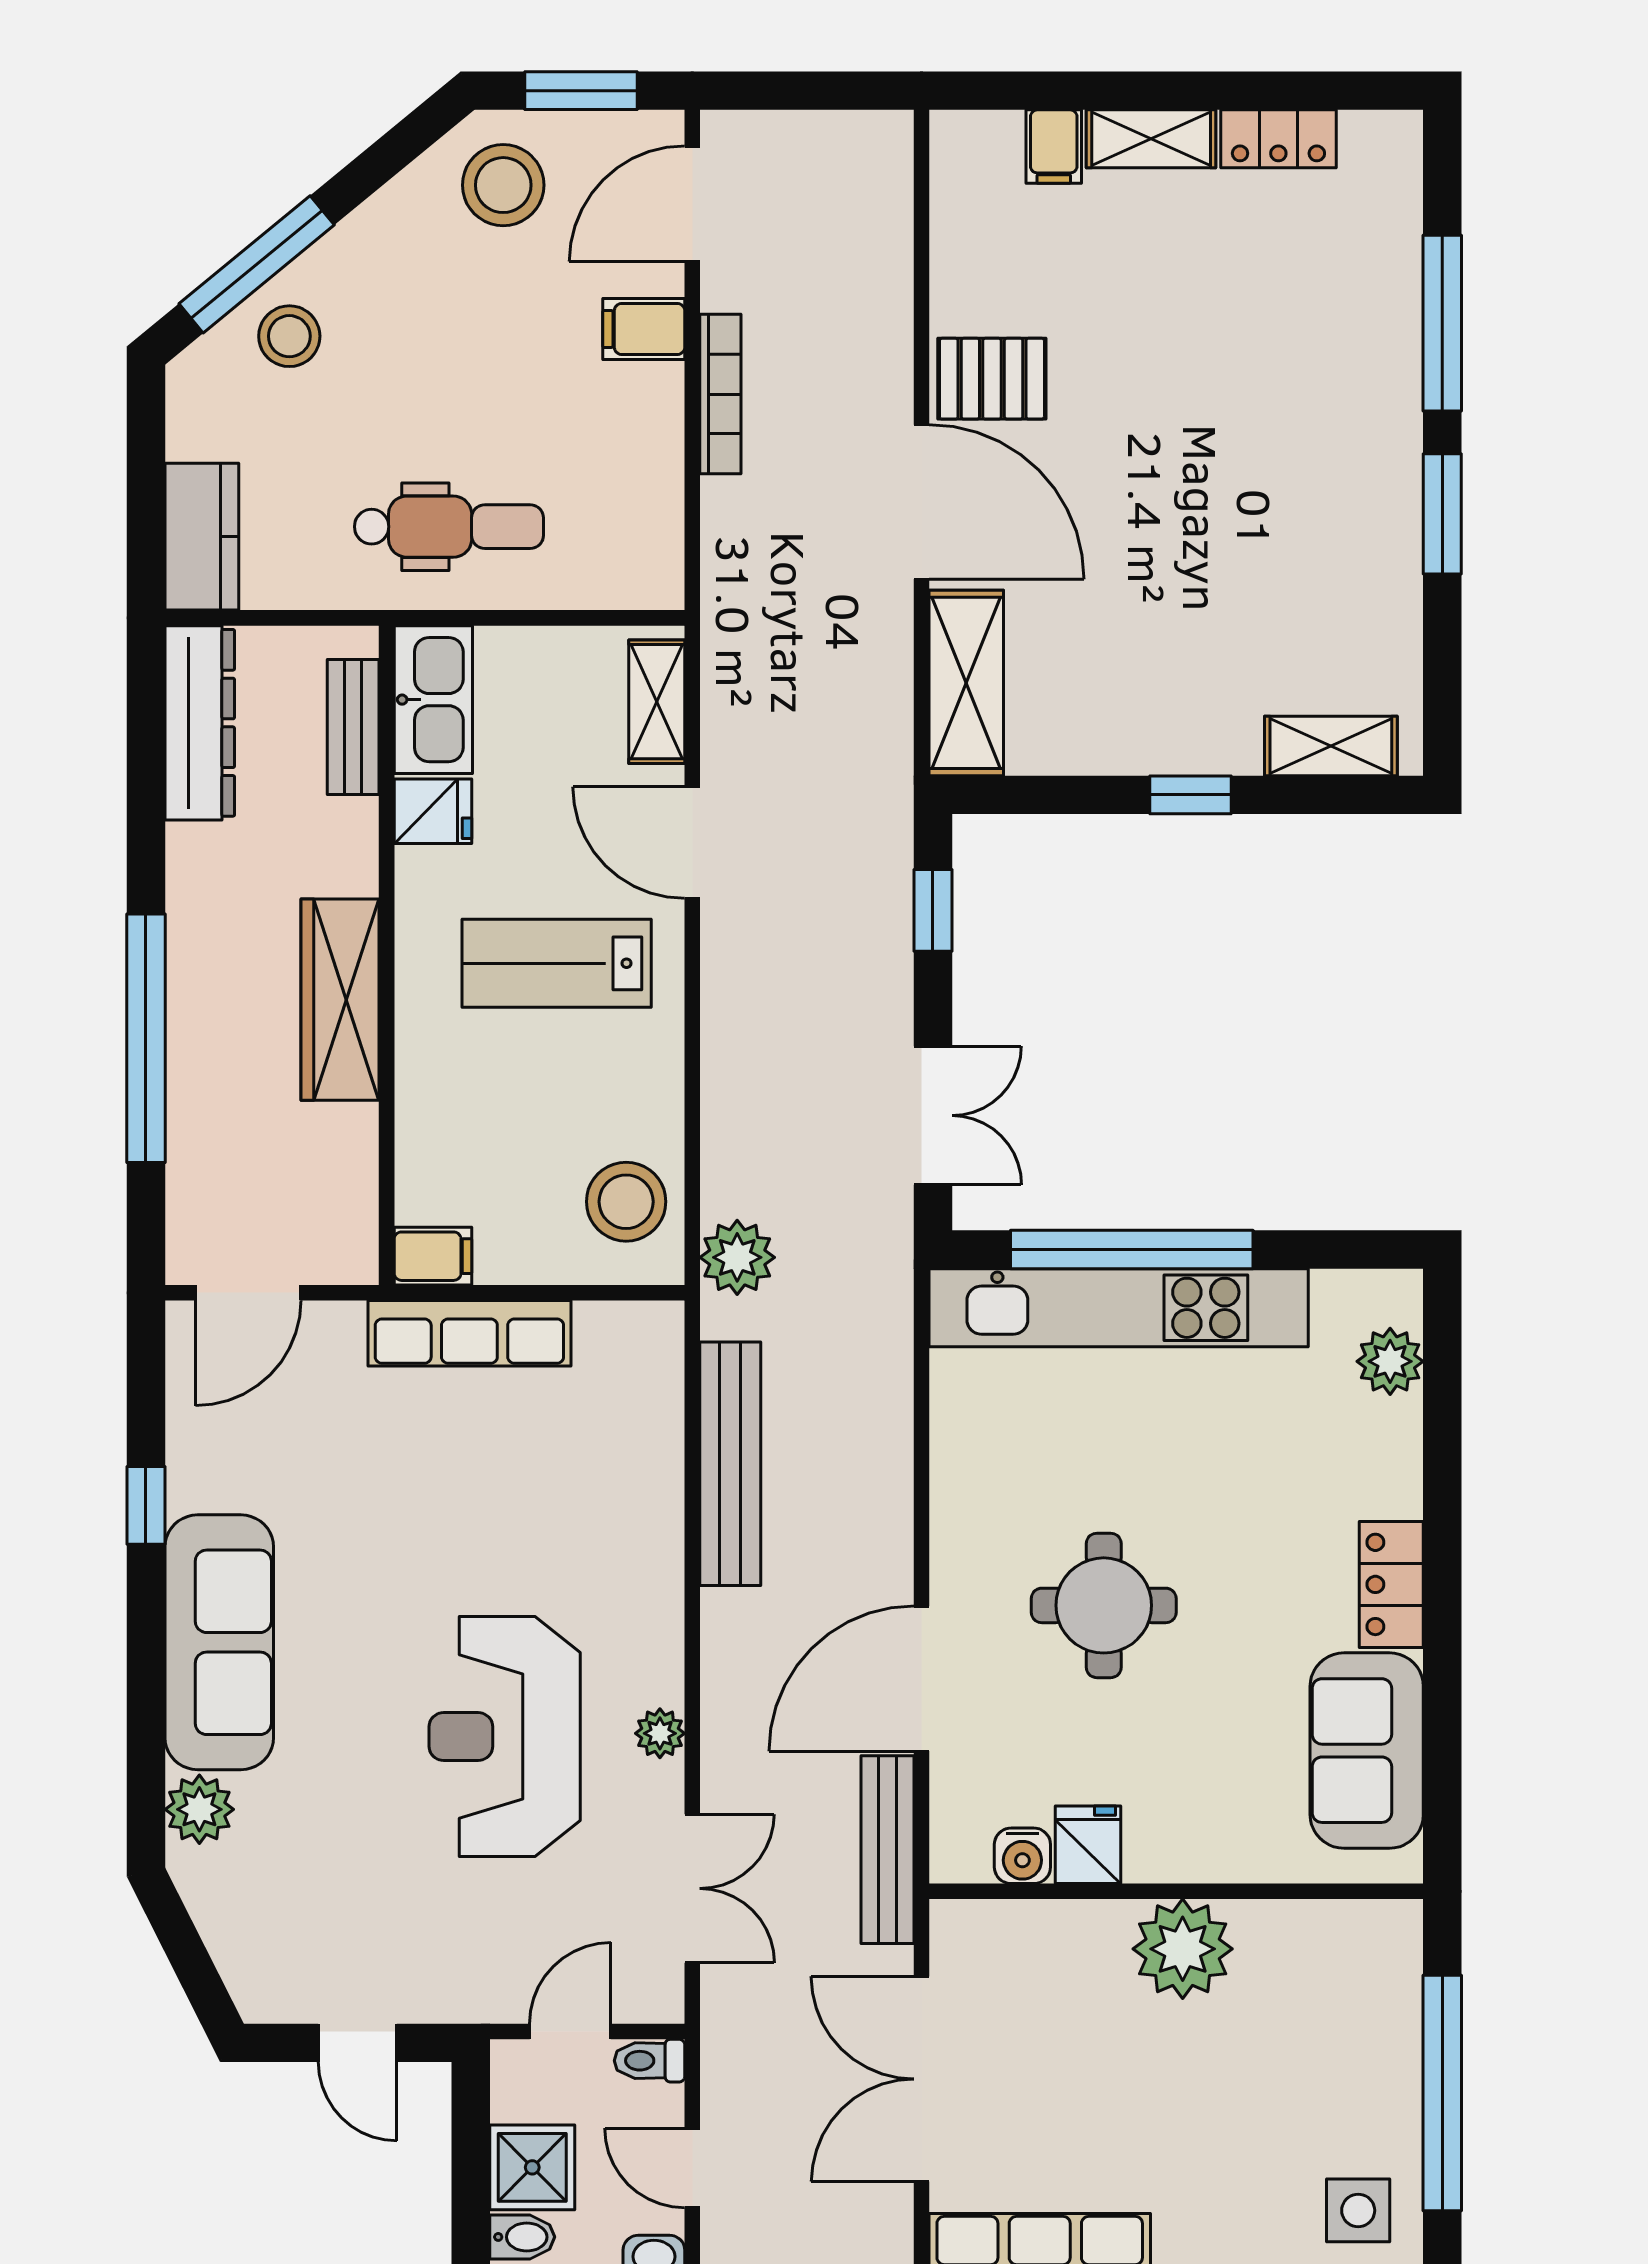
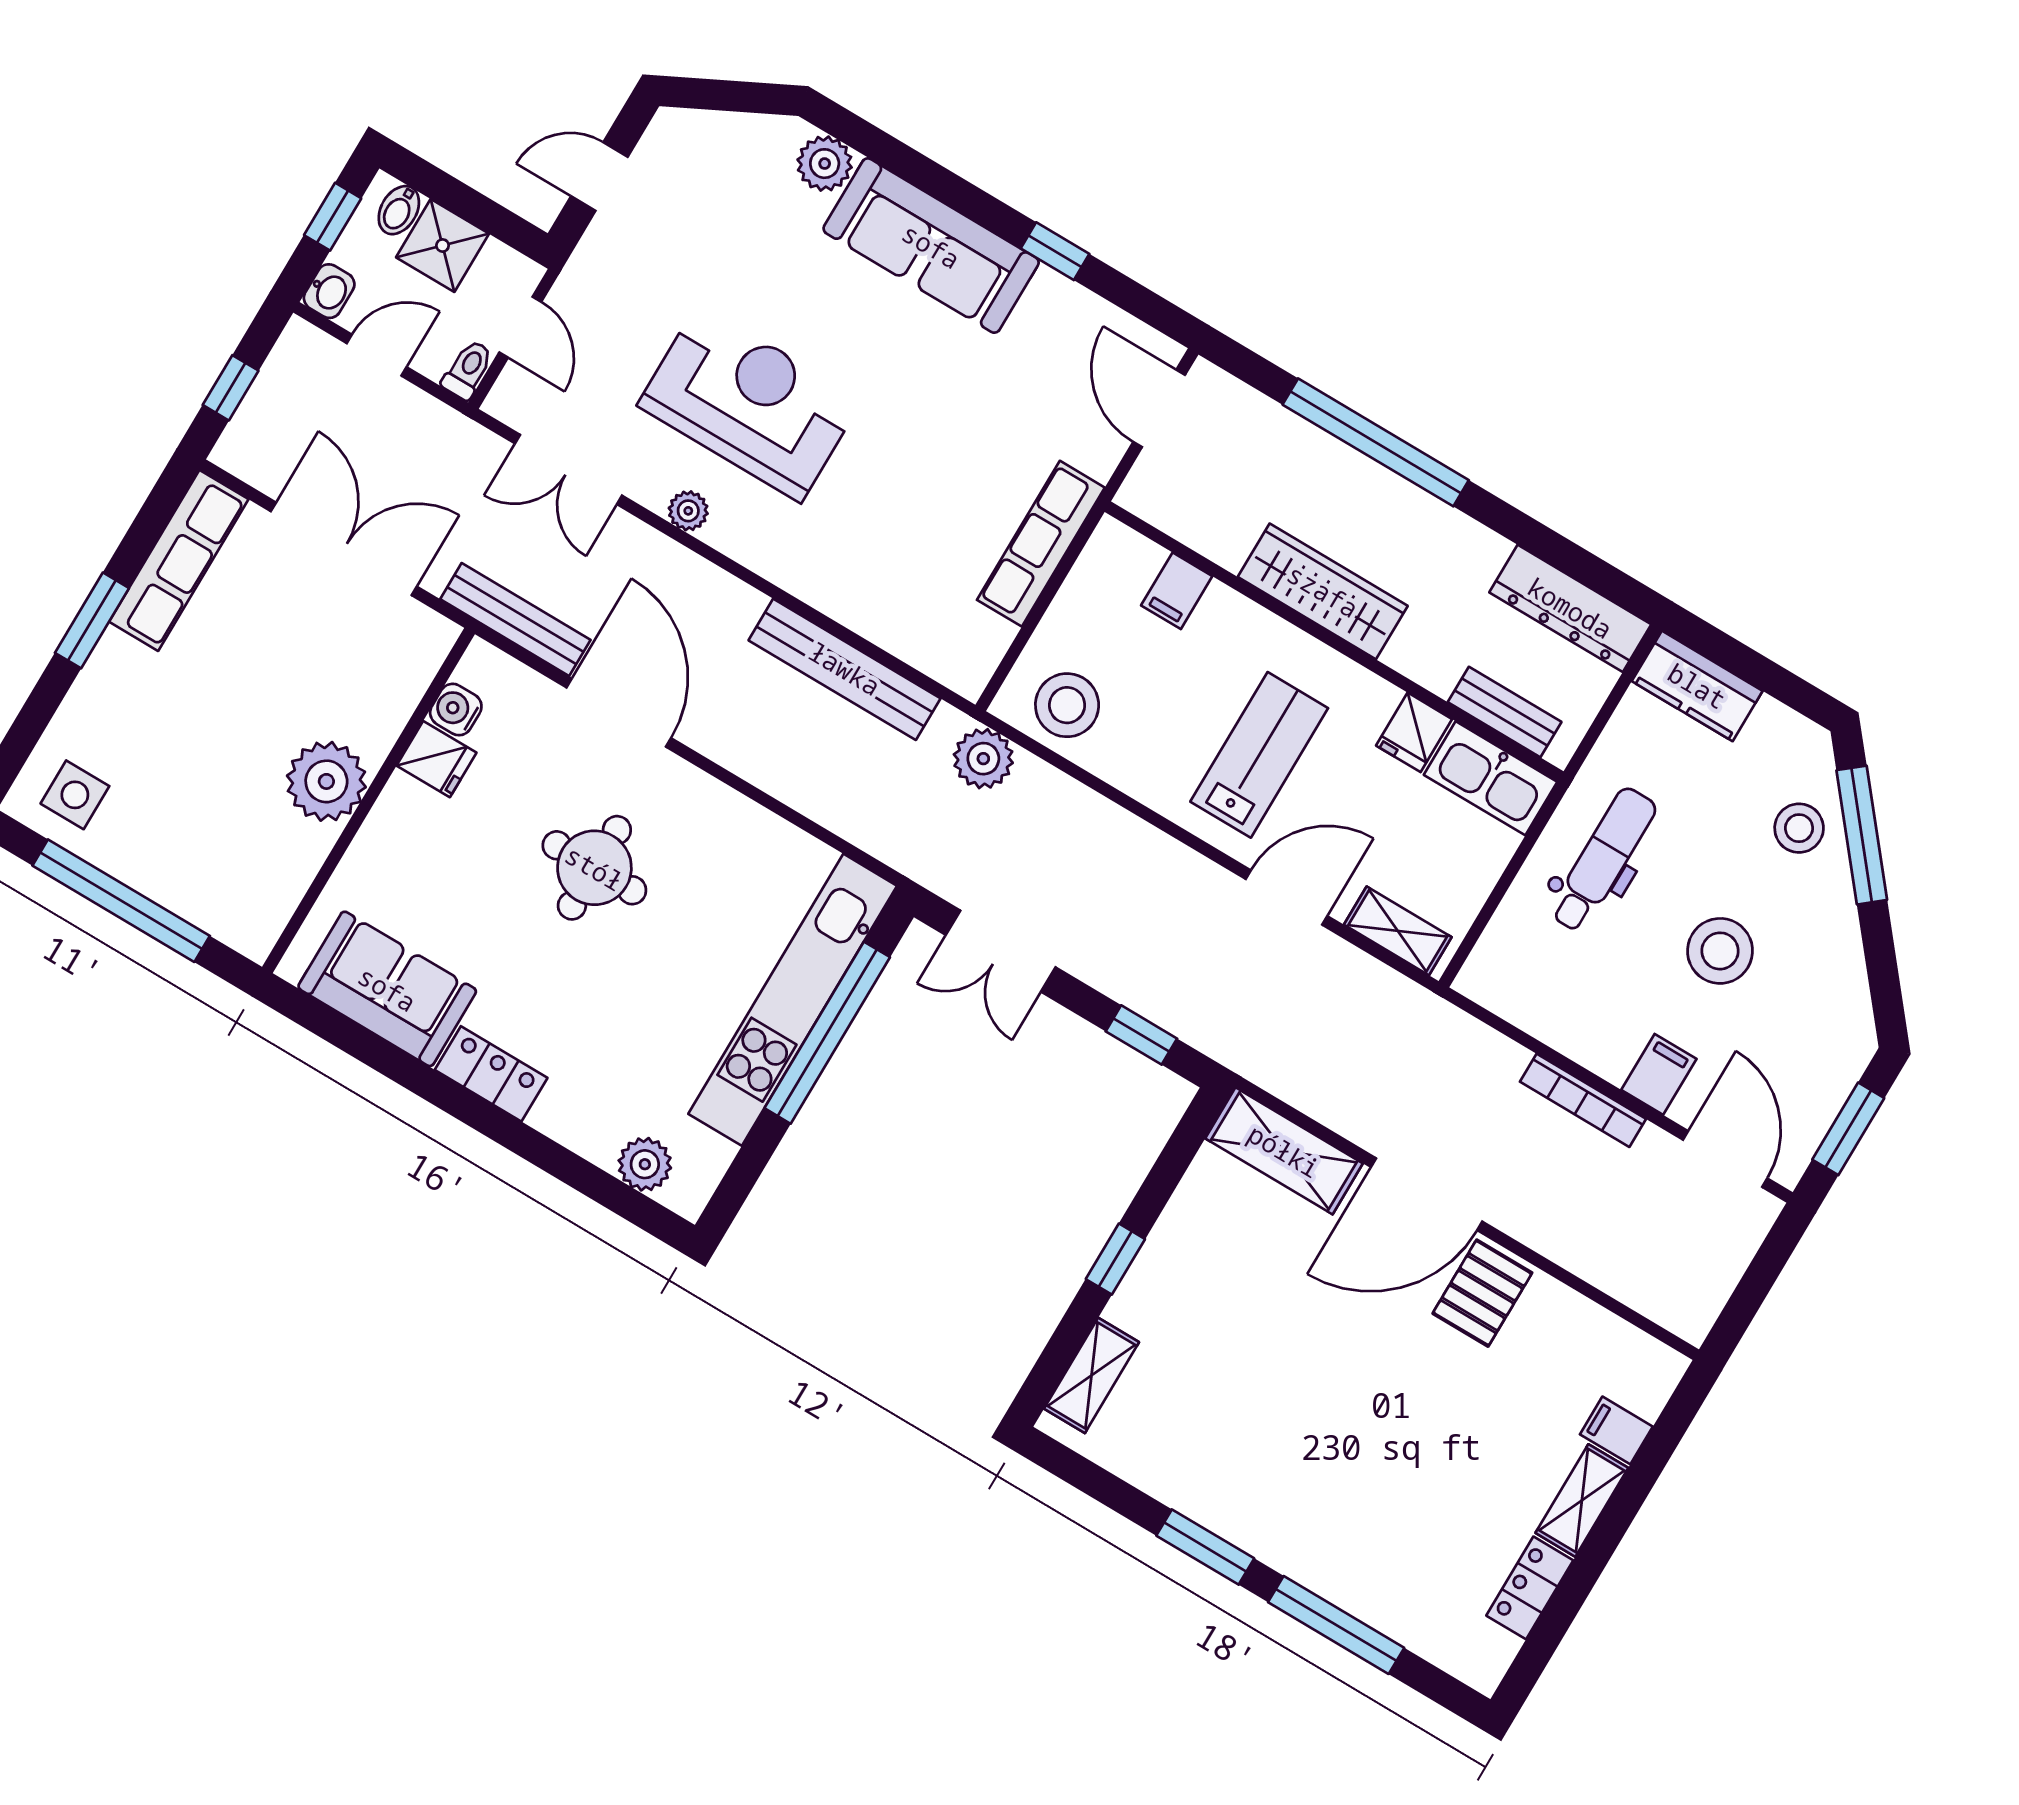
stool: (503, 185) -> (1720, 951), moved
dental chair: (449, 527) -> (1603, 860), turned 180
filing cabinet: (433, 1256) -> (1177, 591), moved

